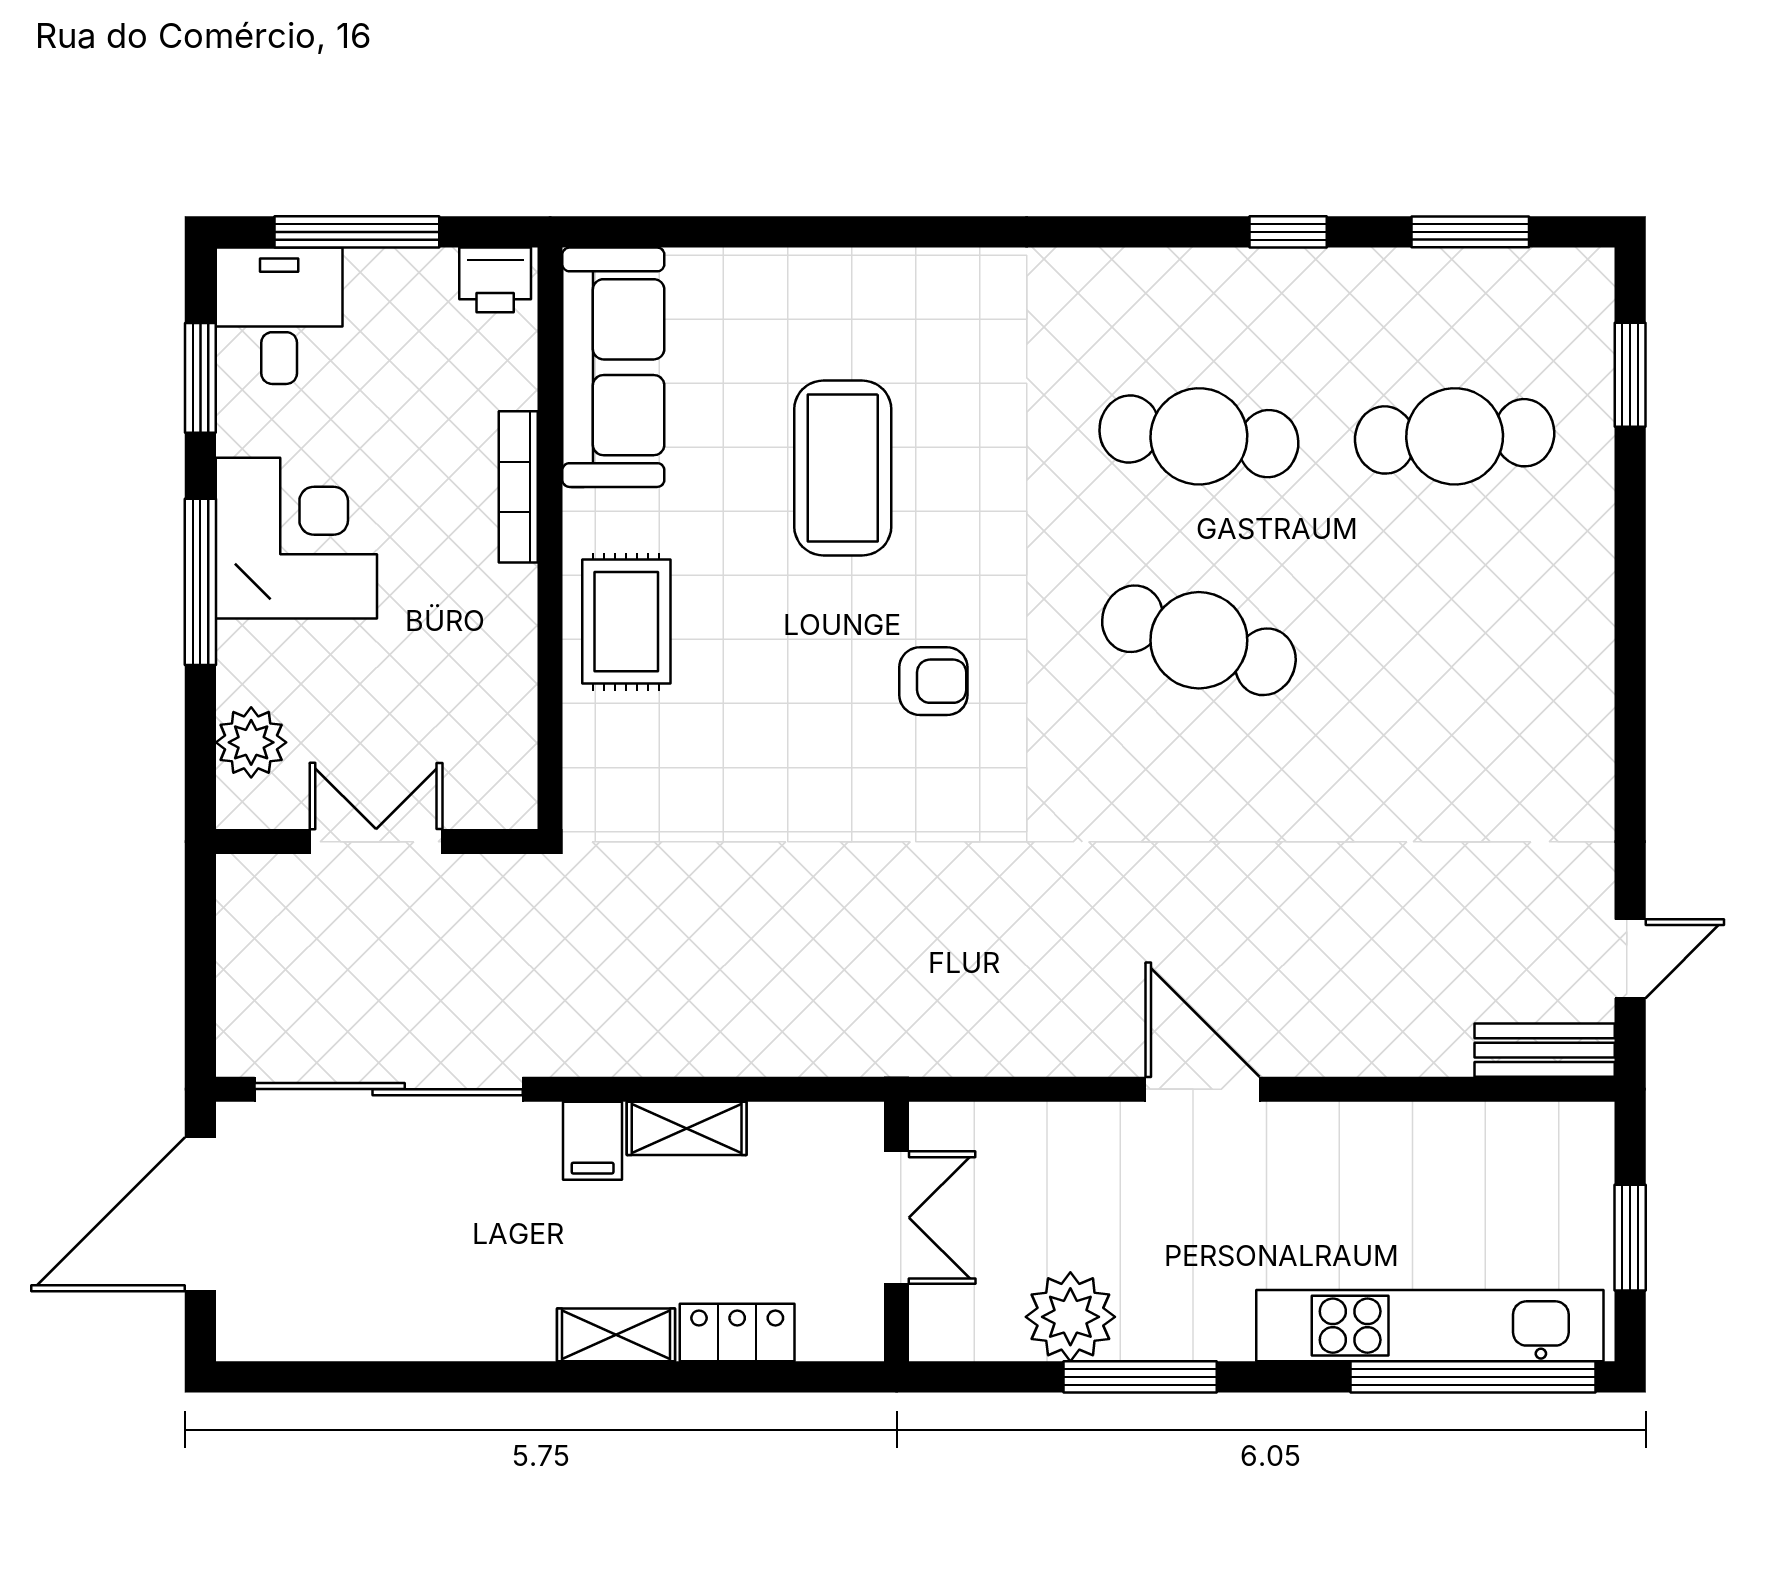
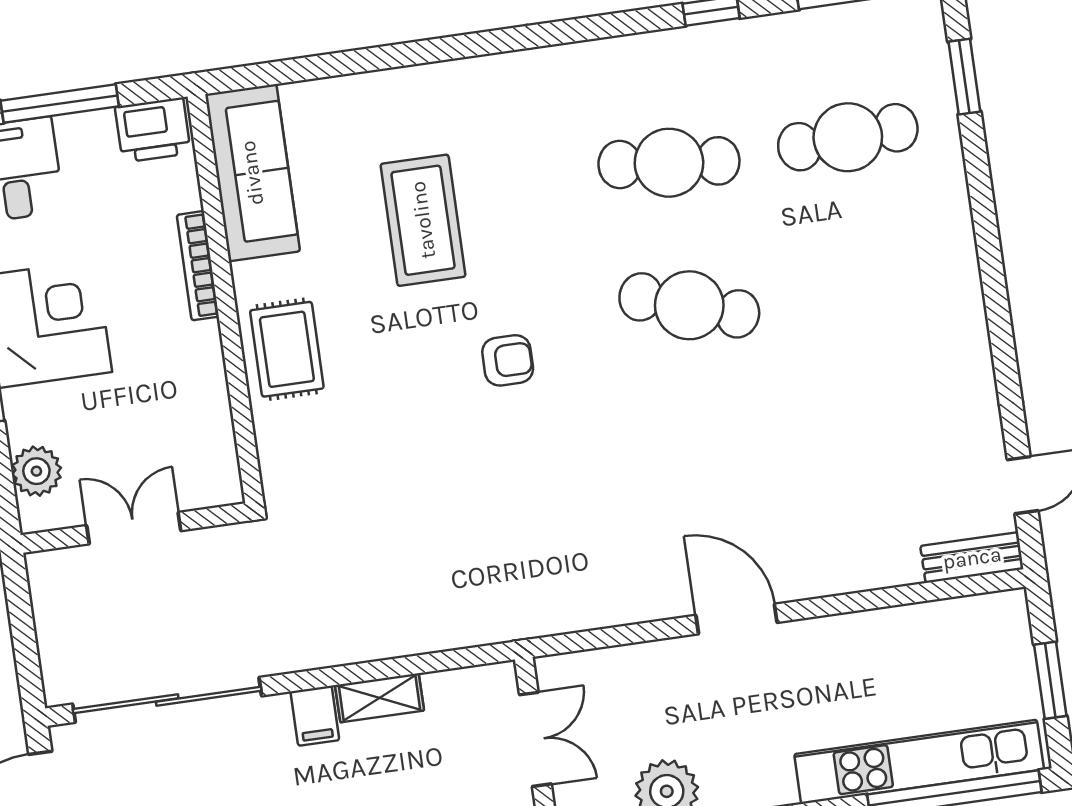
printer: (495, 280) -> (153, 130), width x1.36, depth x1.24

